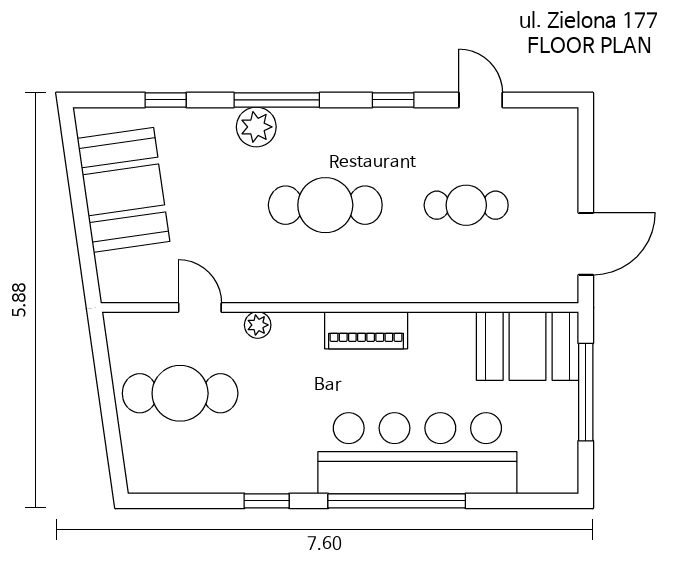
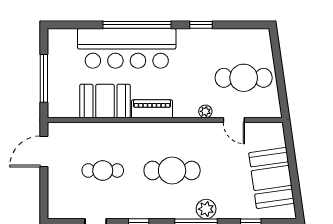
booth: (528, 346) -> (105, 101), moved

